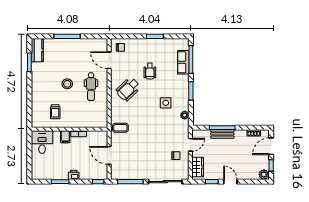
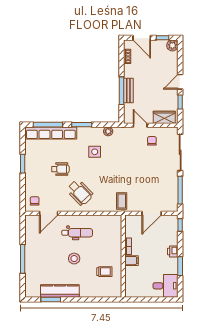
kitchen counter: (37, 50) -> (60, 291), moved, width x1.50
row of seats: (183, 62) -> (51, 133), width x2.02
desk: (42, 142) -> (166, 286), moved, turned 180

